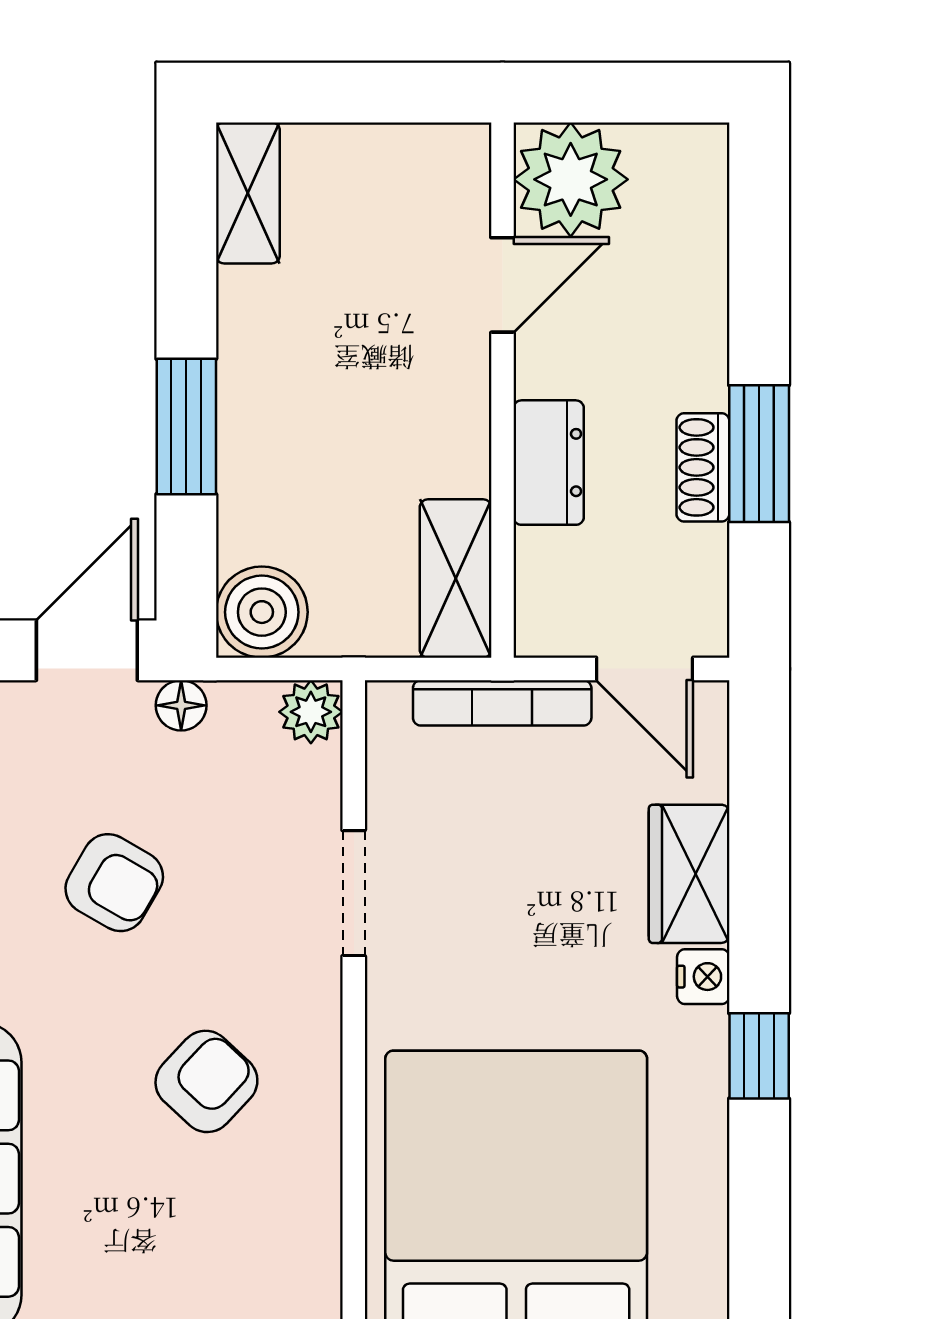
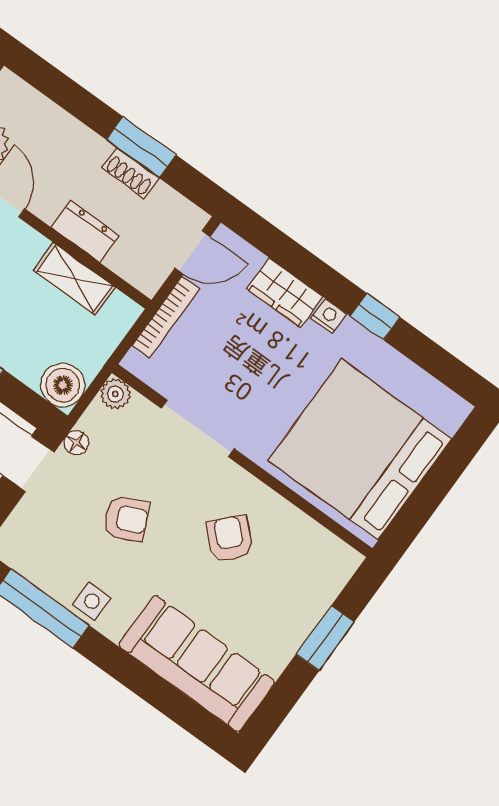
shelving: (456, 579) -> (74, 279), moved
armchair: (114, 883) -> (126, 518), turned 35
doorway: (354, 893) -> (198, 428), width x1.38

